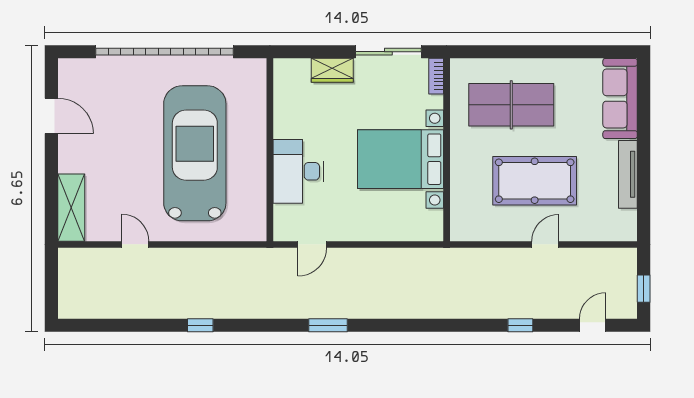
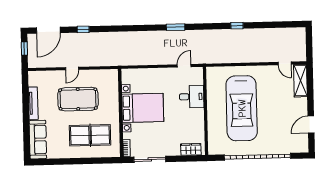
wardrobe: (332, 70) -> (191, 149), moved
door: (51, 116) -> (311, 125), hinge flipped
desk: (298, 171) -> (192, 97), width x0.73
door: (135, 244) -> (285, 63), moved
door: (593, 325) -> (48, 30), width x1.87

